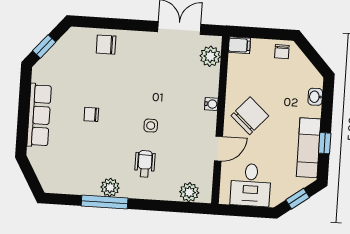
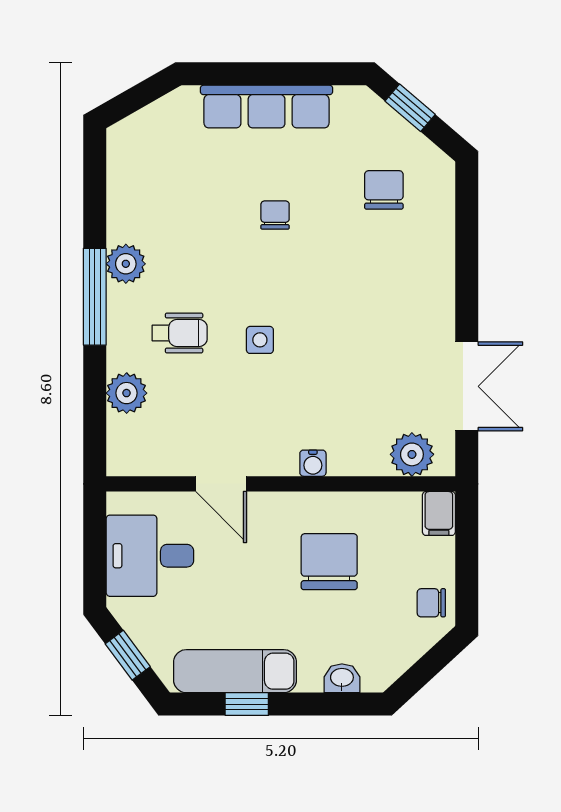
chair: (106, 45) -> (384, 190), moved
chair: (250, 116) -> (329, 562), moved, turned -132
plant: (189, 192) -> (127, 393), moved
window: (105, 202) -> (95, 297), moved

